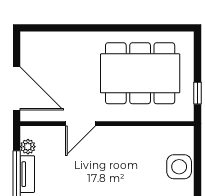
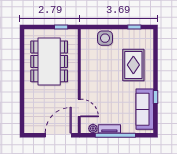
door: (81, 124) -> (79, 108), moved

